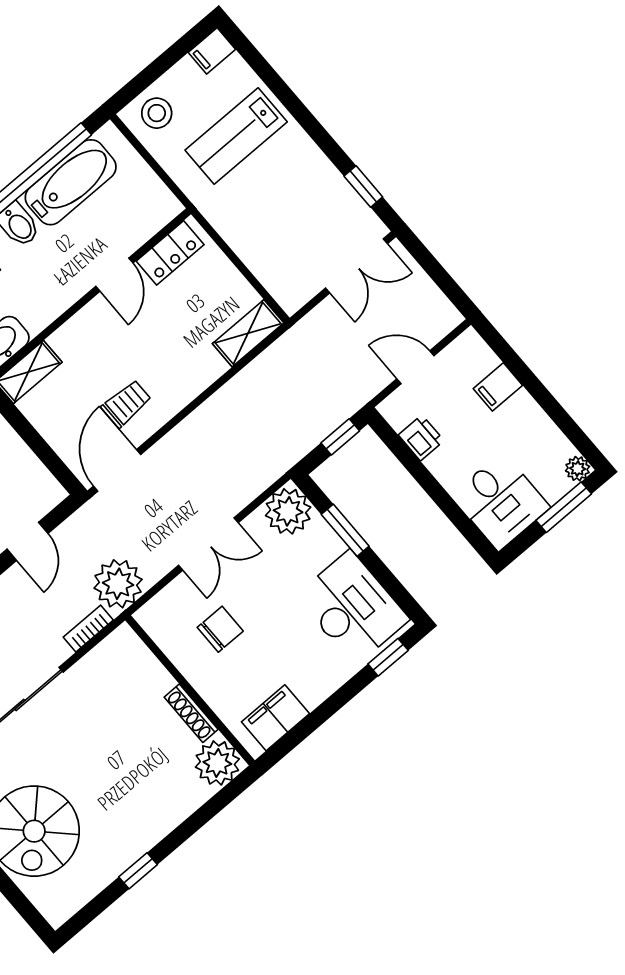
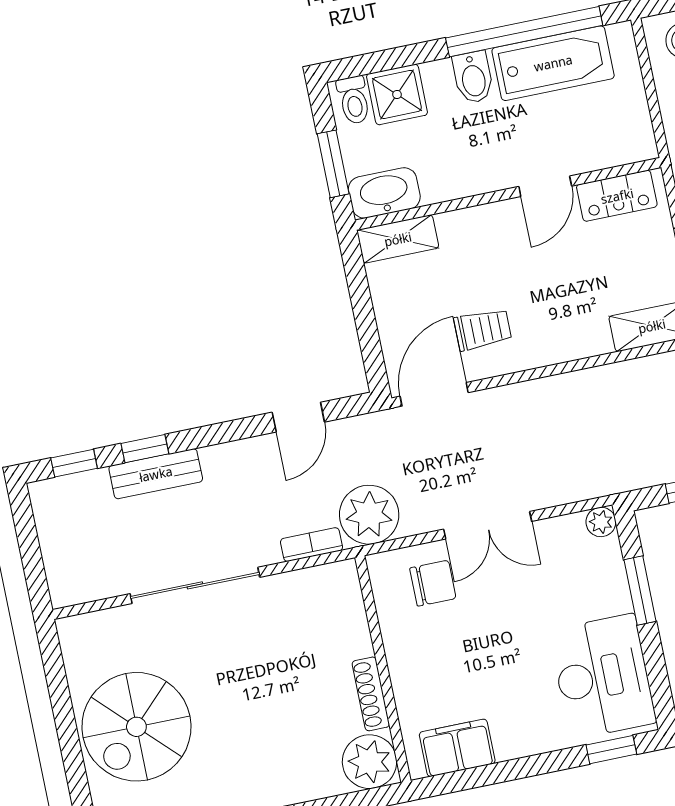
plant: (288, 511) -> (601, 522), width x0.53, depth x0.53
chair: (220, 629) -> (433, 583), moved

